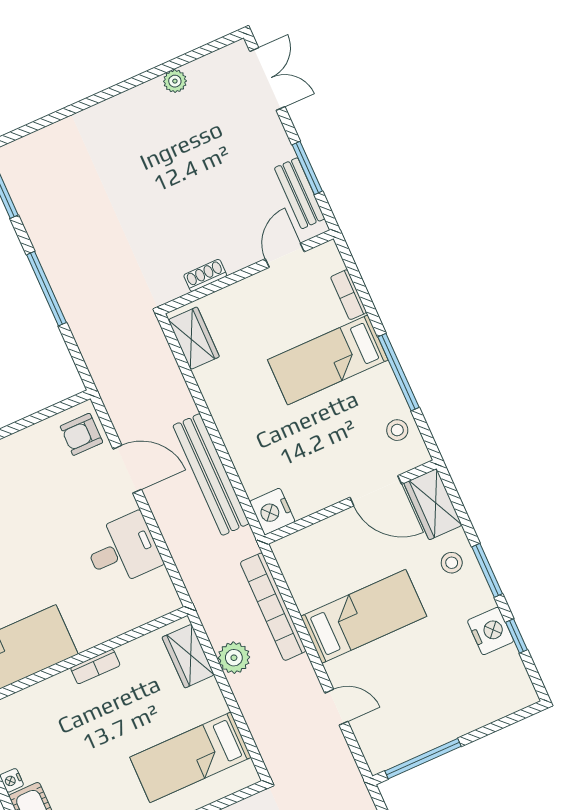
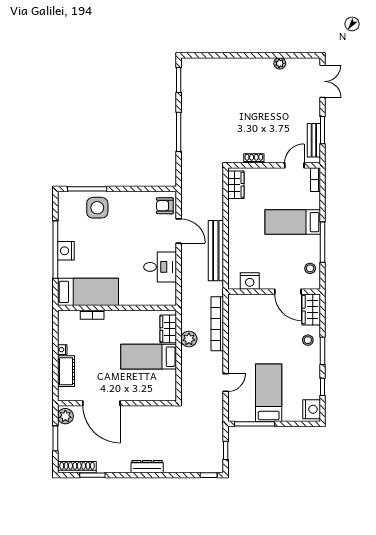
bookcase: (349, 295) -> (315, 180), moved
nightstand: (272, 512) -> (250, 281), moved, turned -90
bed: (364, 616) -> (269, 393), moved, turned -90
nightstand: (491, 631) -> (312, 409), moved
bookcase: (95, 667) -> (92, 315), moved
door: (336, 707) -> (226, 383), hinge flipped
bed: (190, 757) -> (149, 357), moved

